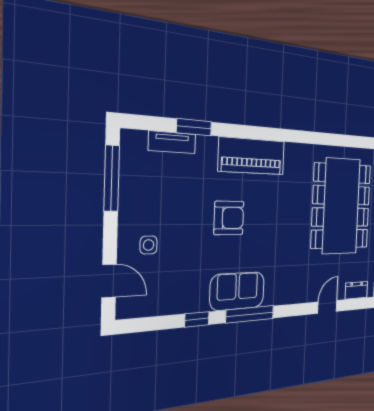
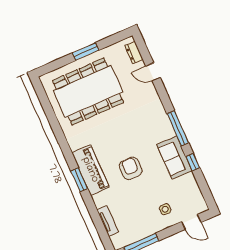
window: (194, 127) -> (79, 180), moved
door: (109, 281) -> (191, 222), swing flipped
sofa: (237, 291) -> (174, 158), moved

